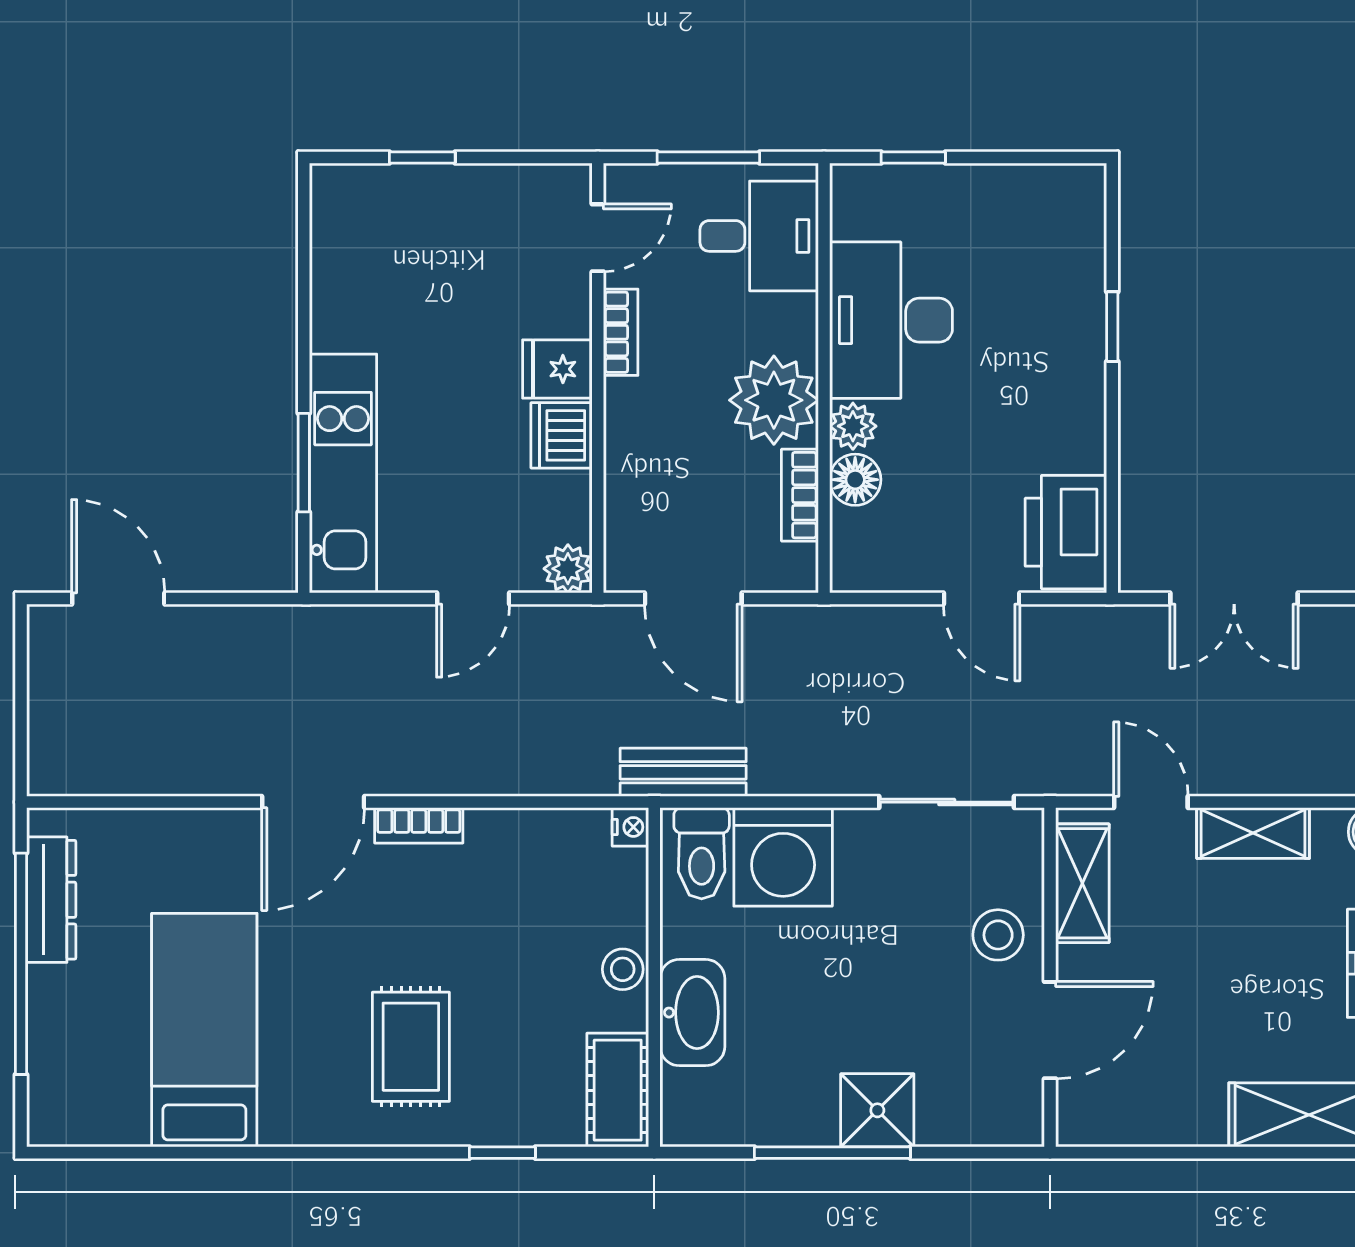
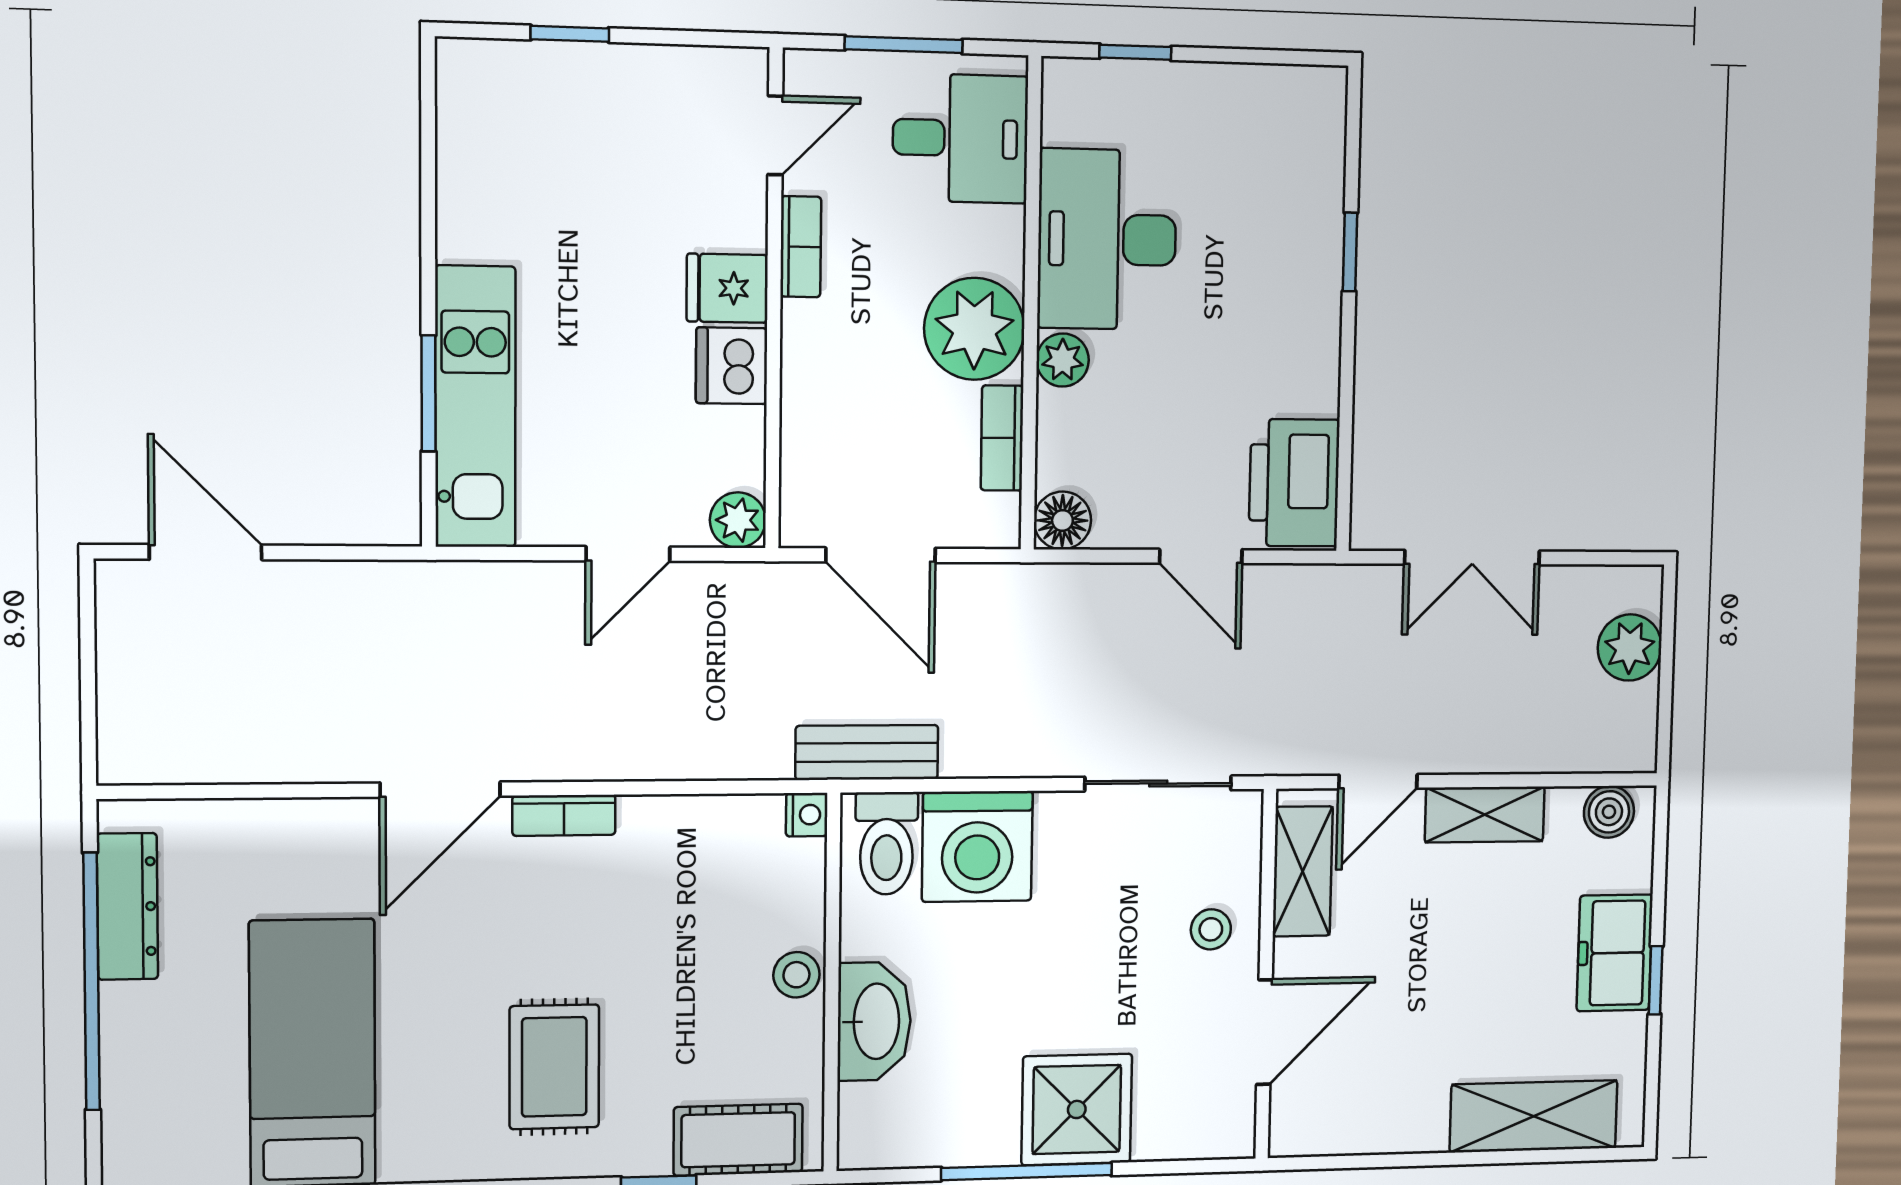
floor lamp: (855, 480) -> (1062, 520), moved
door: (1151, 802) -> (1378, 782), swing flipped
stool: (998, 935) -> (1211, 929), width x0.73, depth x0.73
cot: (618, 1090) -> (738, 1140), moved, turned 90
shower: (877, 1110) -> (1077, 1109), width x1.36, depth x1.36

